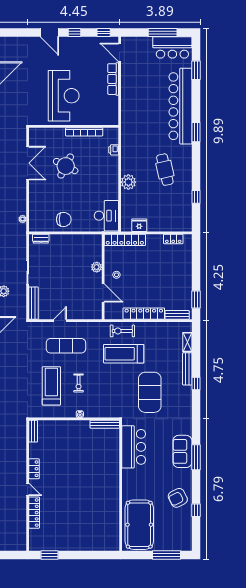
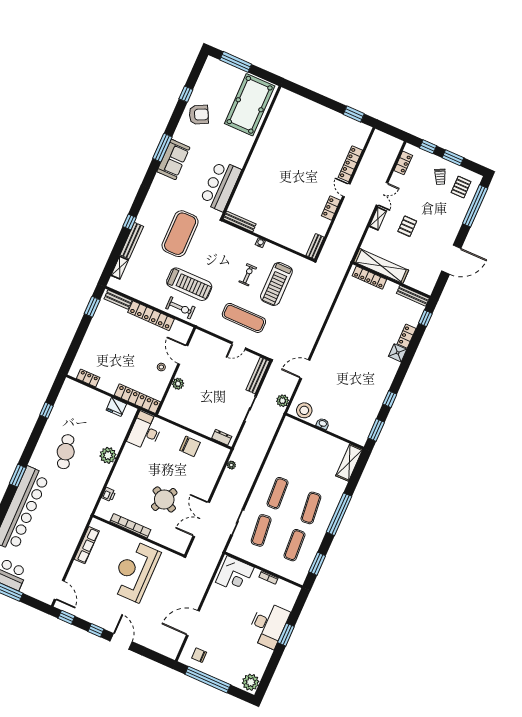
row of seats: (113, 79) -> (87, 545), moved
chair: (64, 219) -> (190, 446), turned 180

